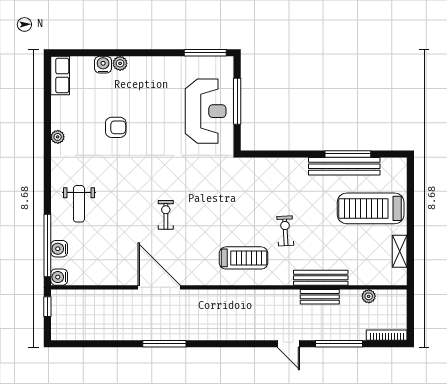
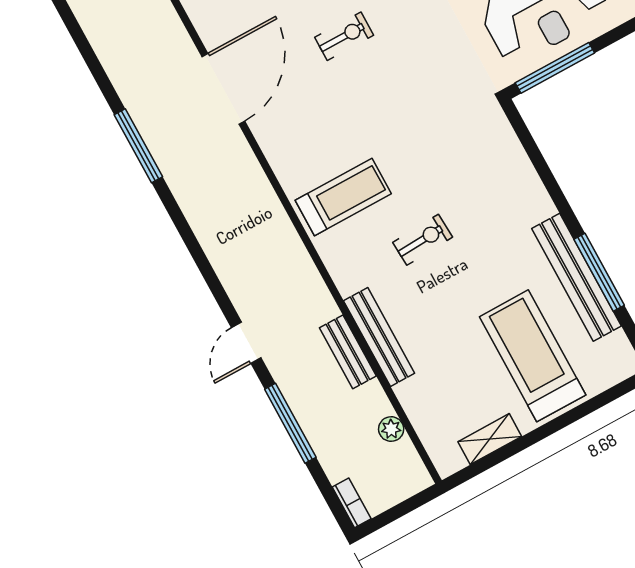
window: (237, 101) -> (555, 68), moved
treadmill: (244, 258) -> (343, 197), turned -90
bookcase: (387, 335) -> (352, 503), width x0.64

